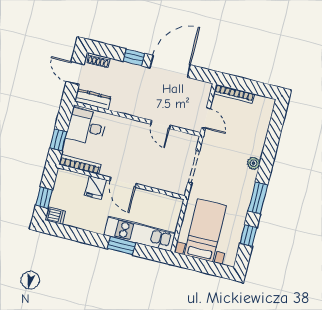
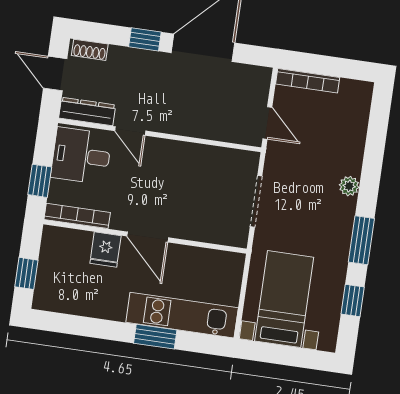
door: (161, 125) -> (130, 131), moved
dishwasher: (55, 216) -> (47, 300), removed

